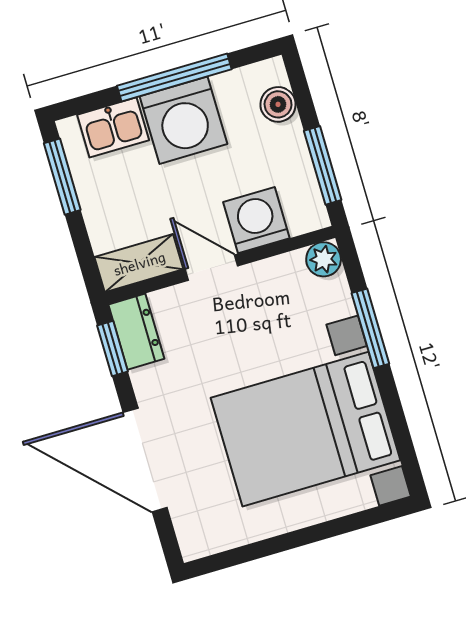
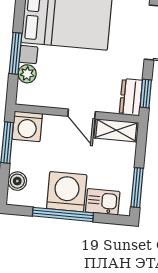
washing machine: (256, 220) -> (27, 126), moved
plant: (324, 259) -> (27, 74), moved

